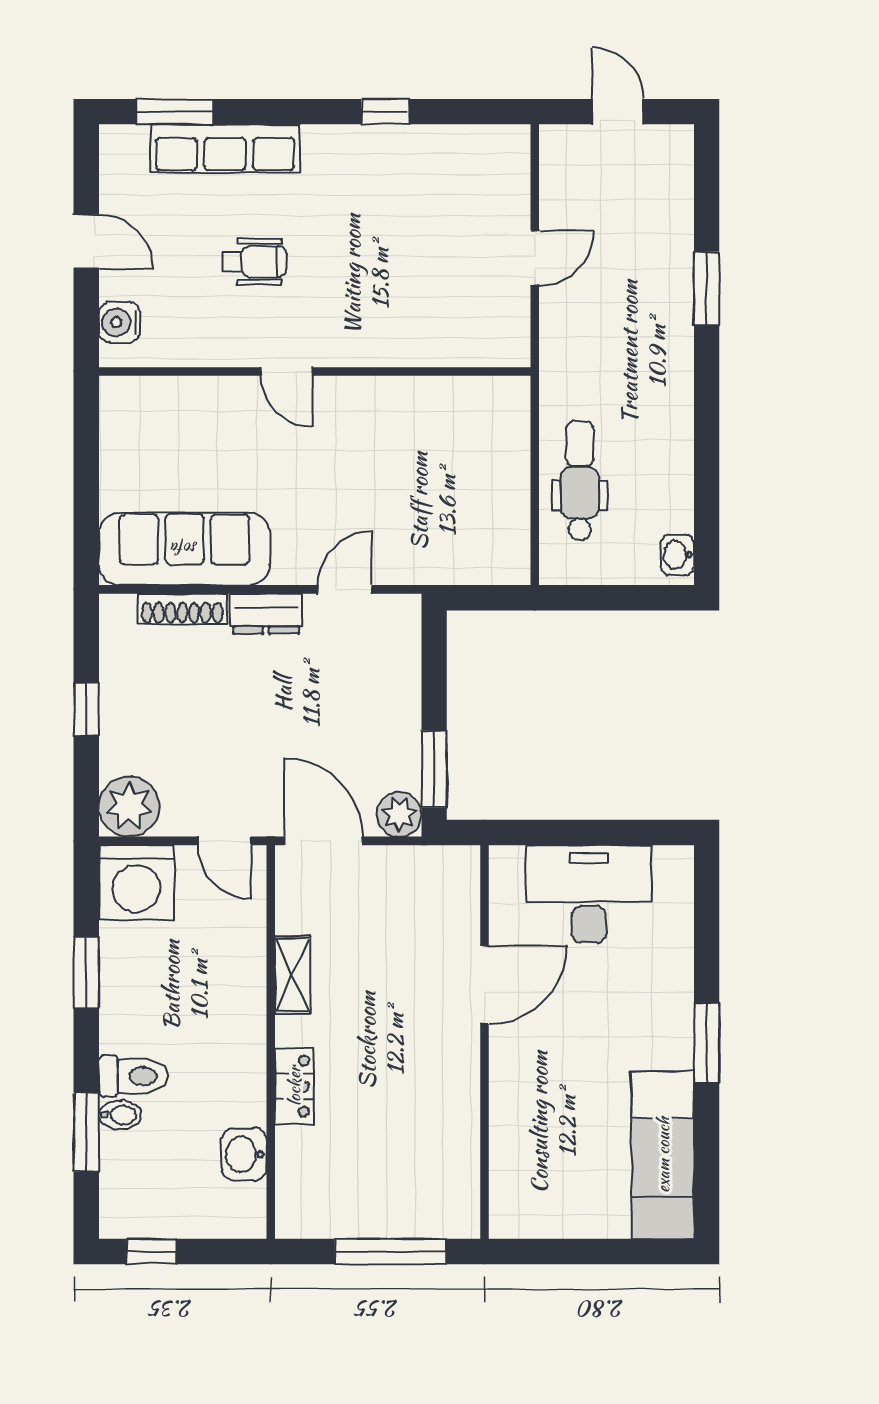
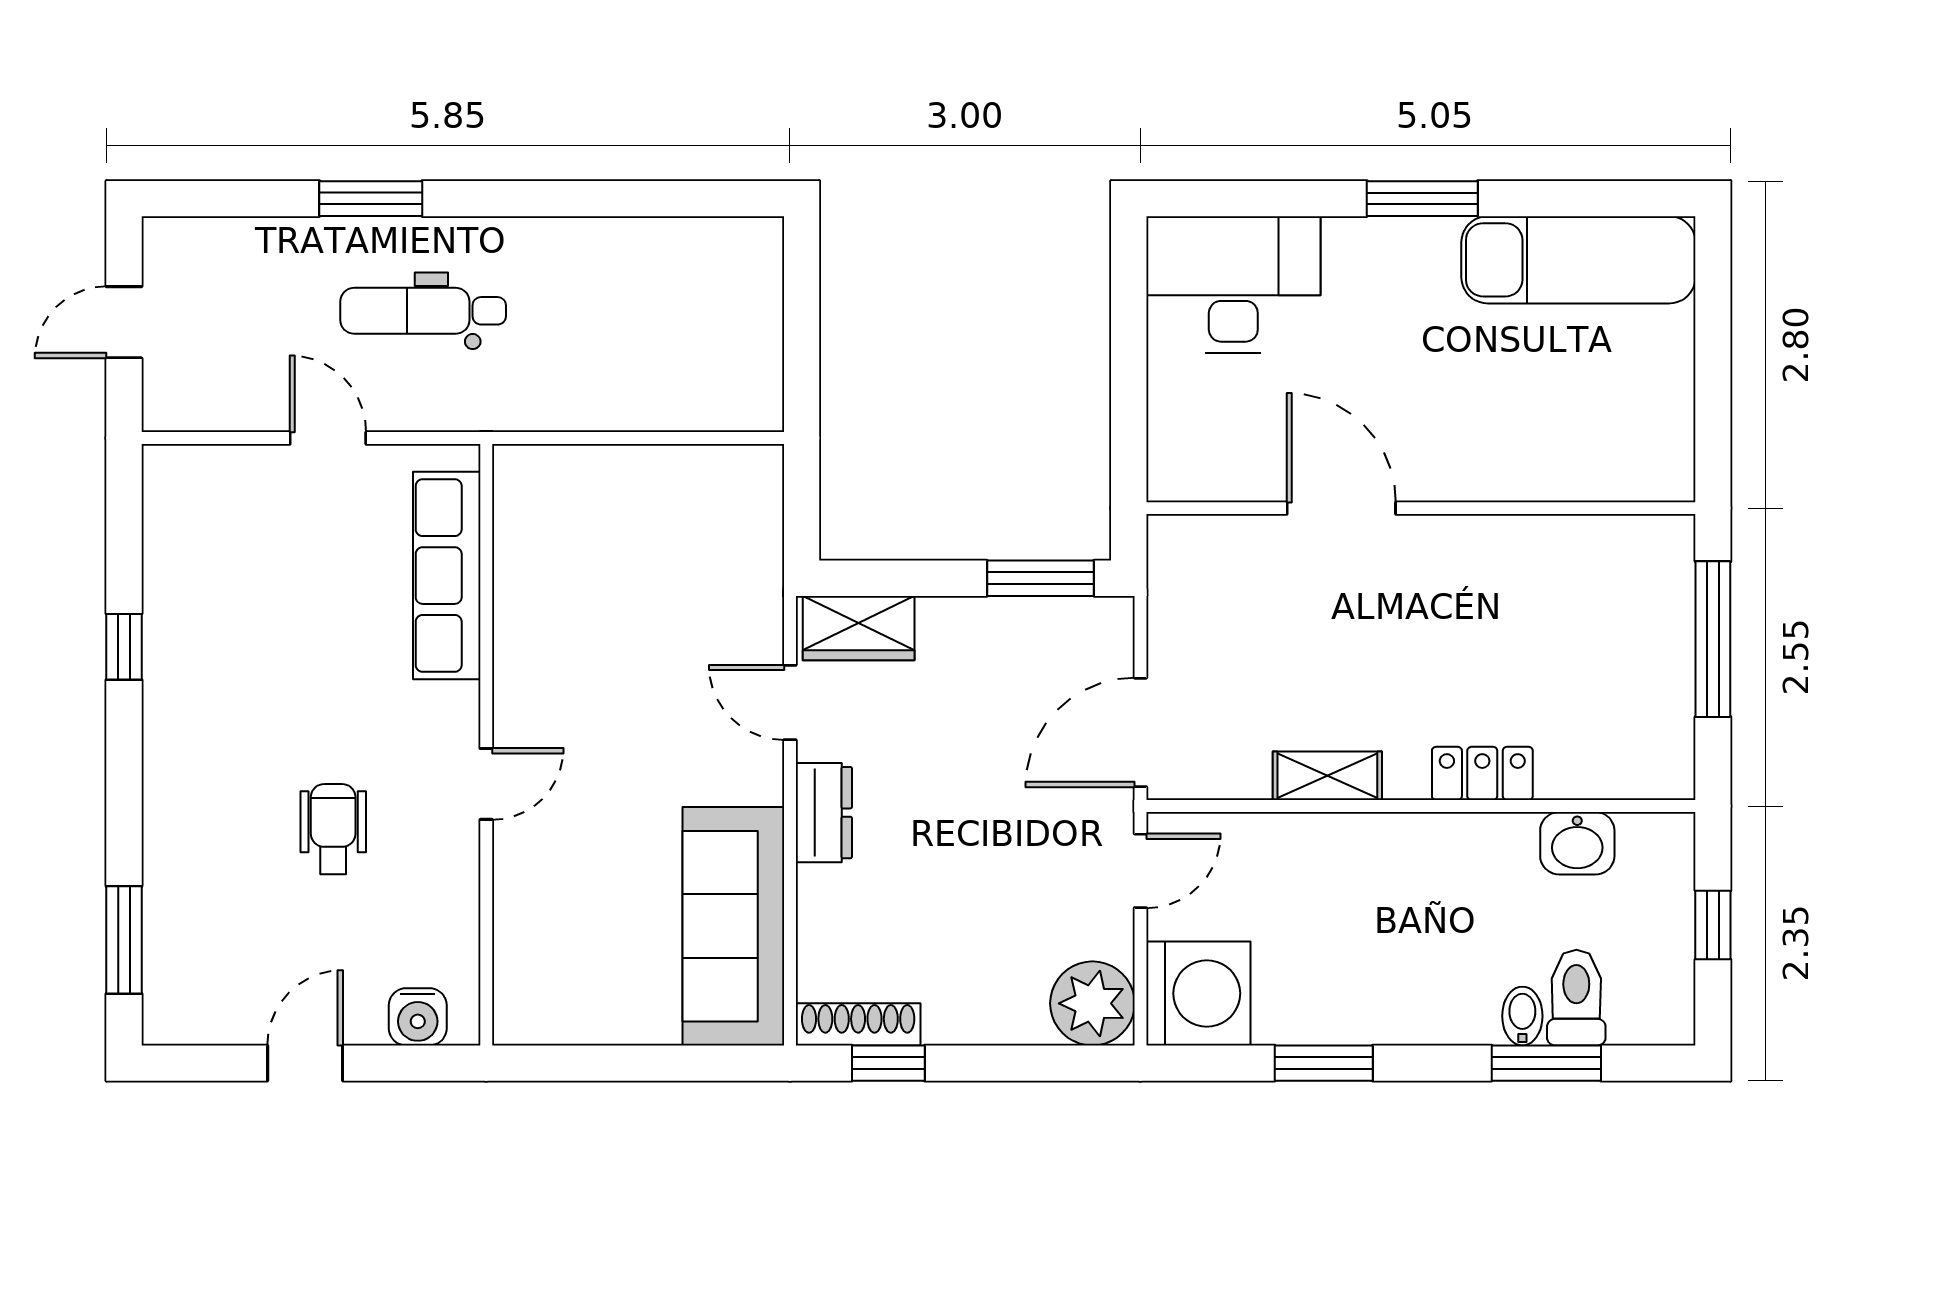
row of seats: (225, 148) -> (447, 576), moved, turned 180
dental chair: (580, 481) -> (423, 311), moved
washbasin: (677, 555) -> (742, 239), removed
shoe rack: (182, 609) -> (858, 1024), moved, turned -90
wardrobe: (398, 639) -> (859, 628), added
window: (86, 709) -> (888, 1063), moved
plant: (399, 814) -> (1103, 627), removed
desk: (589, 894) -> (1233, 284), moved, turned 90
toilet: (133, 1076) -> (1576, 998), moved
window: (152, 1252) -> (1713, 925), moved

